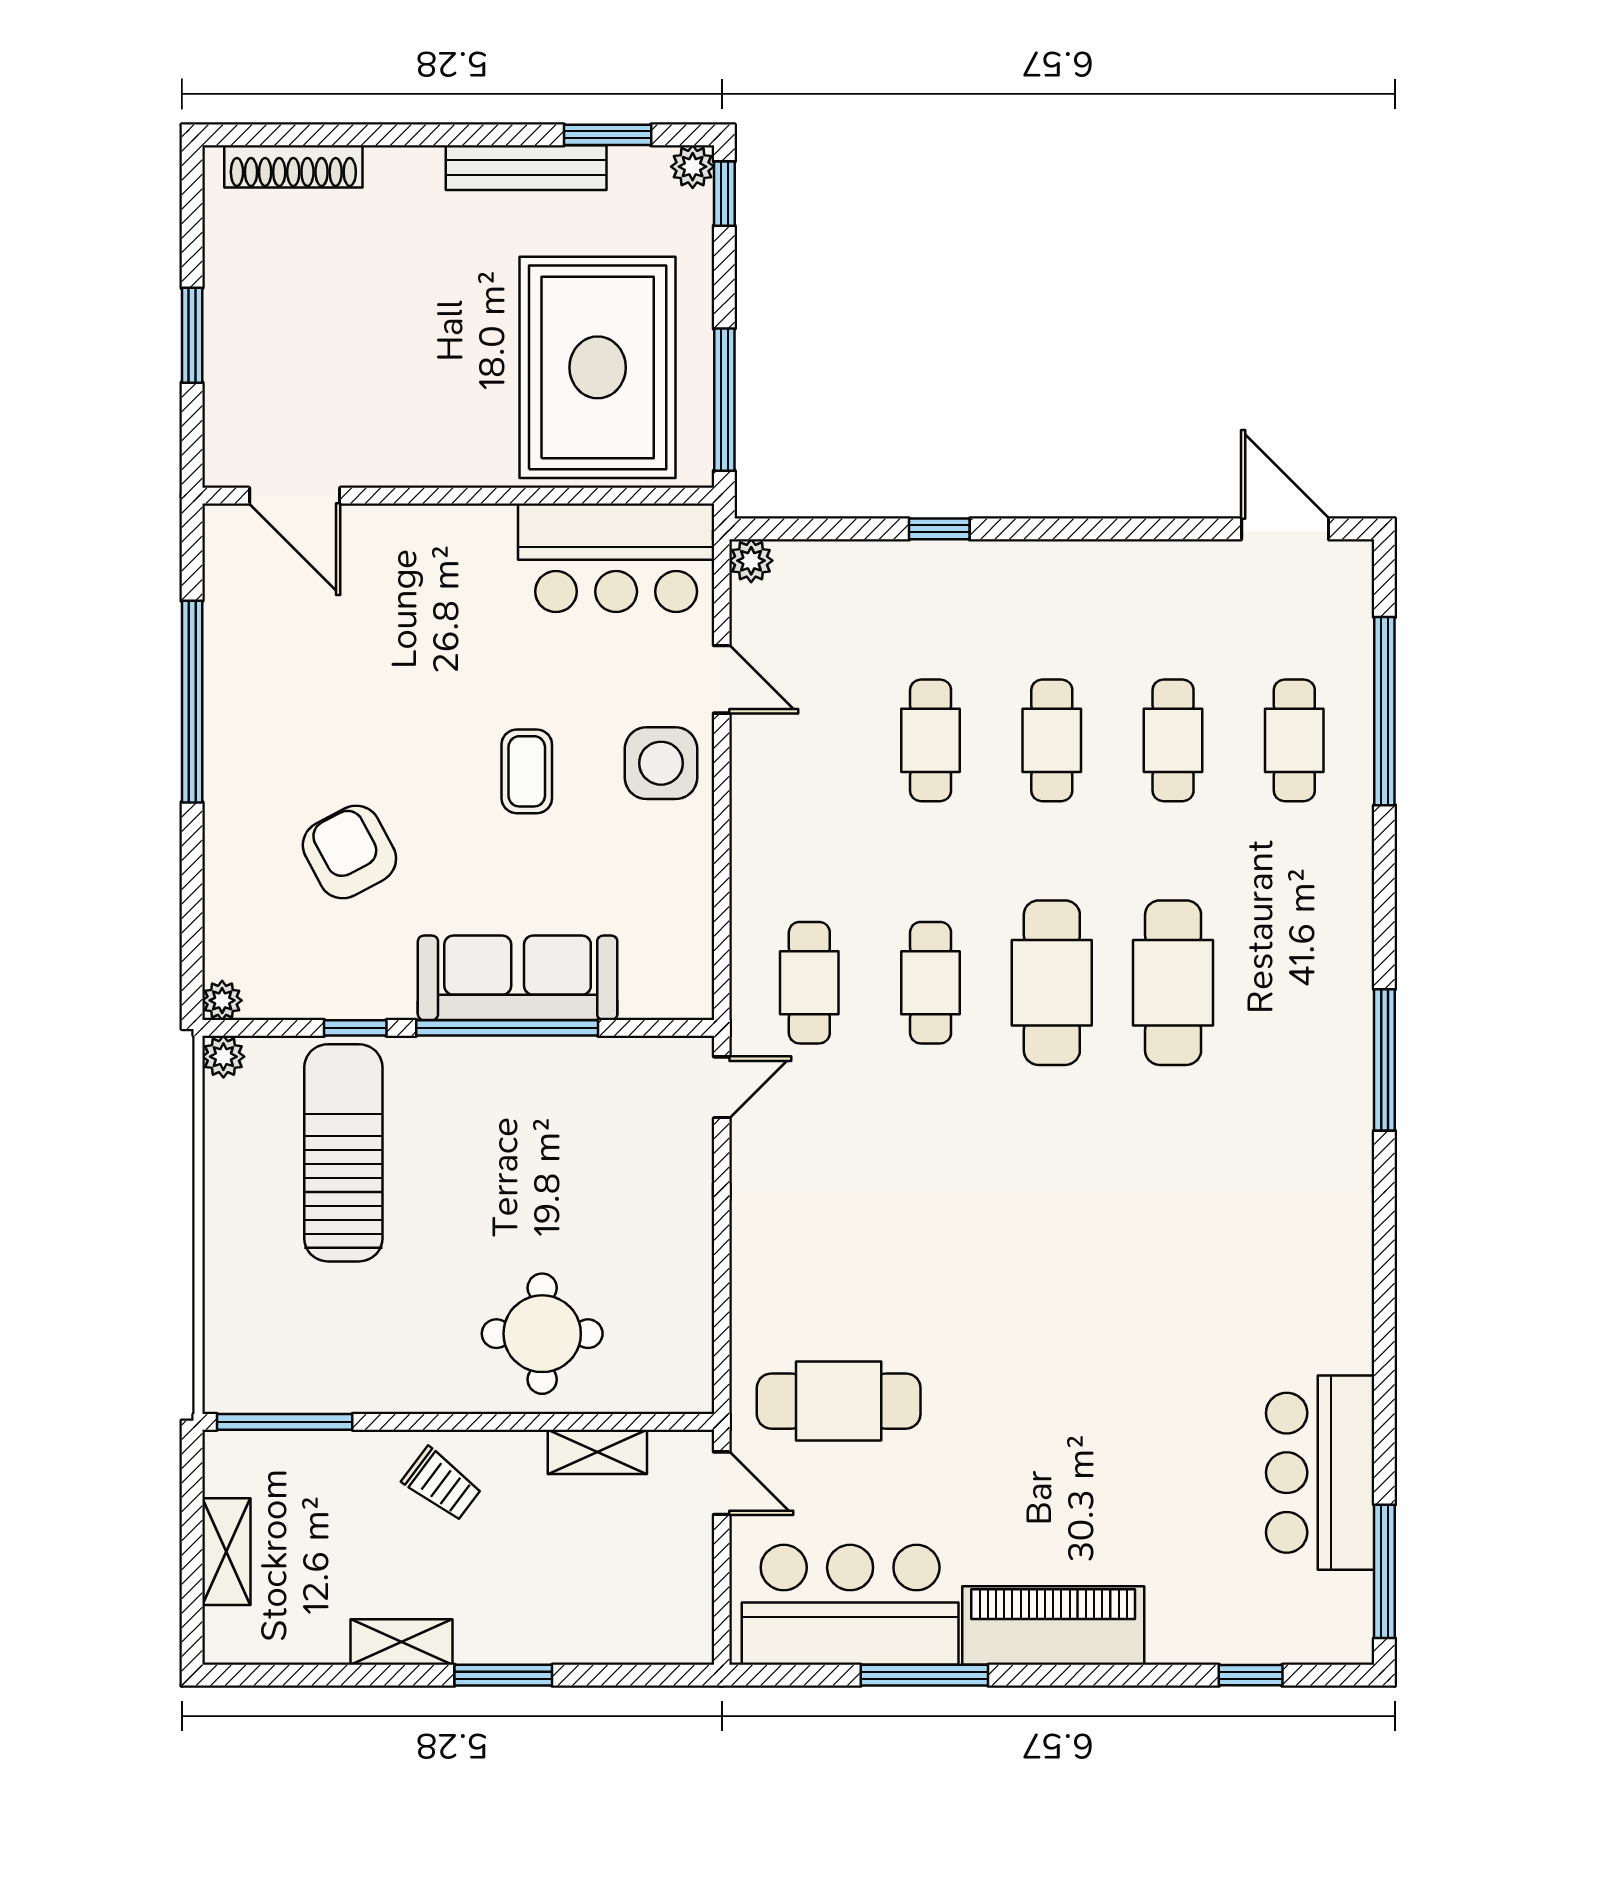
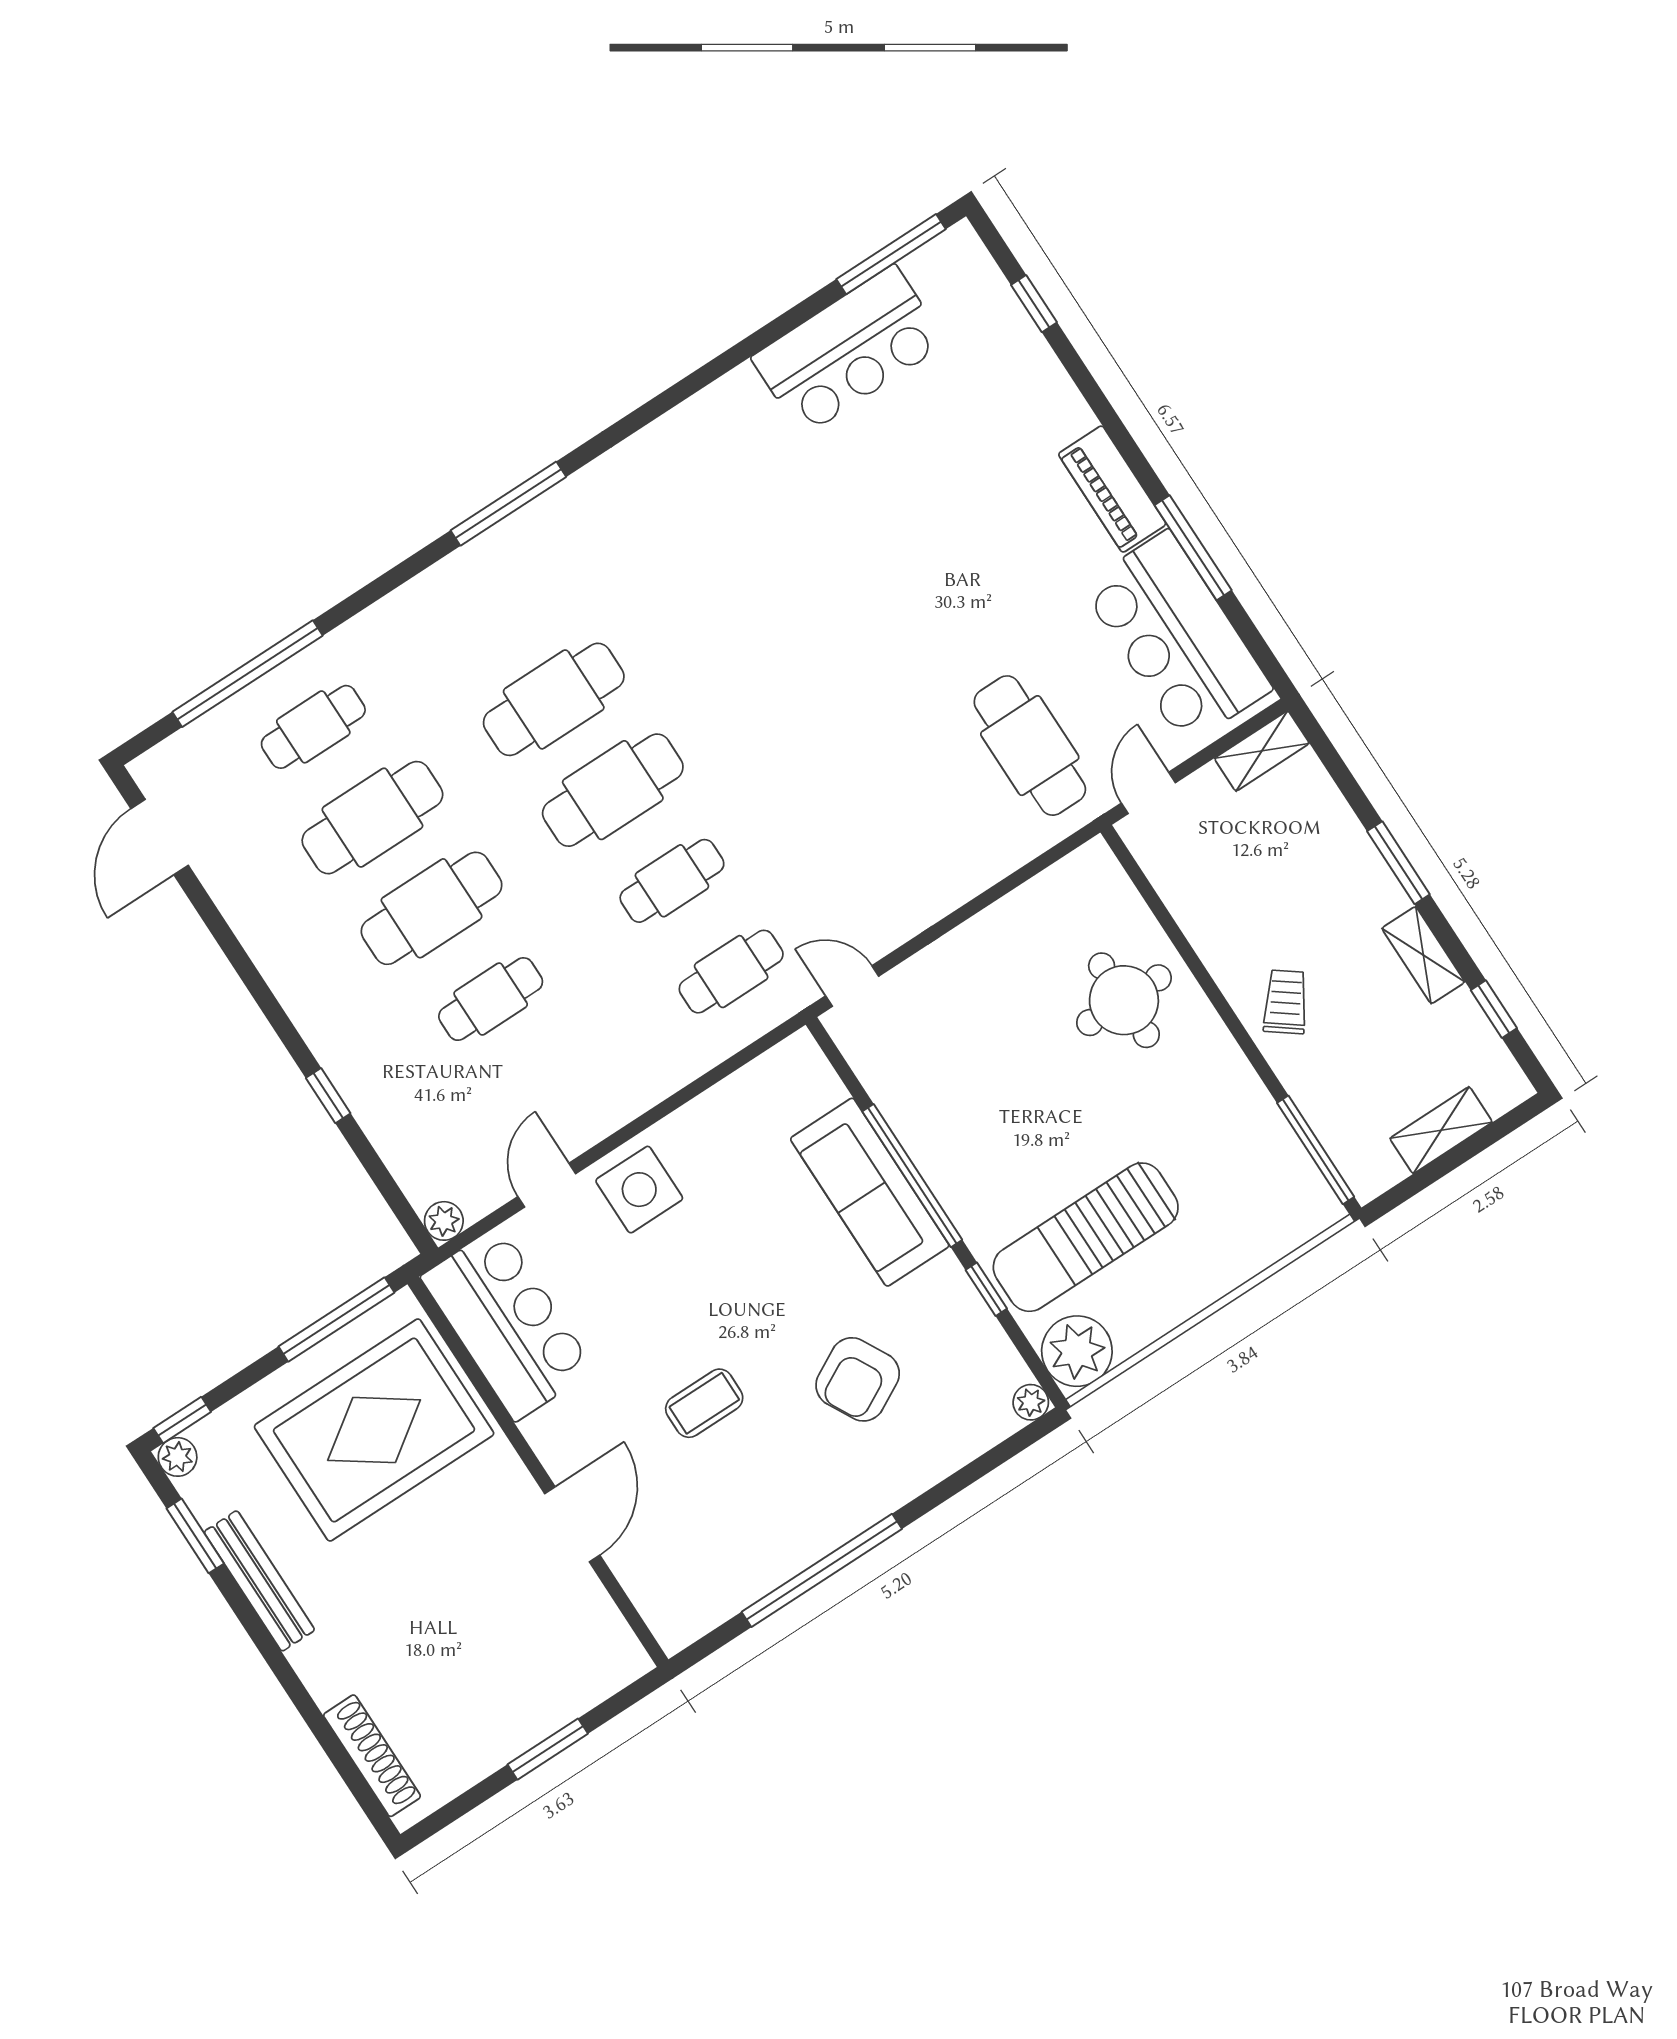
door: (295, 496) -> (572, 1524), moved
cafe table: (1052, 740) -> (432, 908), width x1.37, depth x1.35
cafe table: (1173, 740) -> (372, 818), width x1.37, depth x1.35
coffee table: (527, 771) -> (704, 1403), moved
plant: (223, 1057) -> (1077, 1351), width x1.88, depth x1.88
shelving: (597, 1452) -> (1262, 751), moved, turned 90
piano: (1053, 1625) -> (1112, 489), width x0.73, depth x0.75
window: (308, 1675) -> (1494, 1009), added

